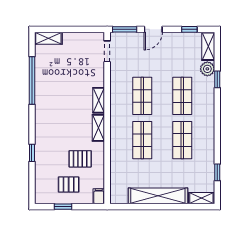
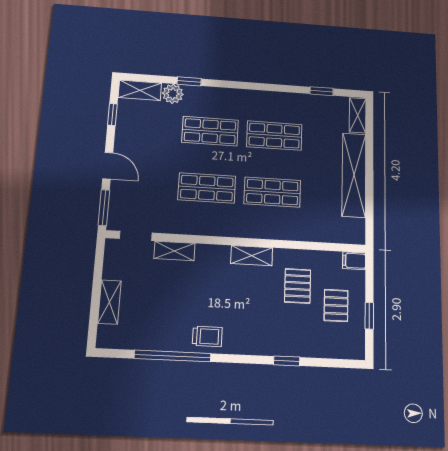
shelving: (48, 38) -> (109, 302), moved
shelving: (99, 100) -> (174, 251), moved
trolley: (45, 102) -> (207, 336), added

